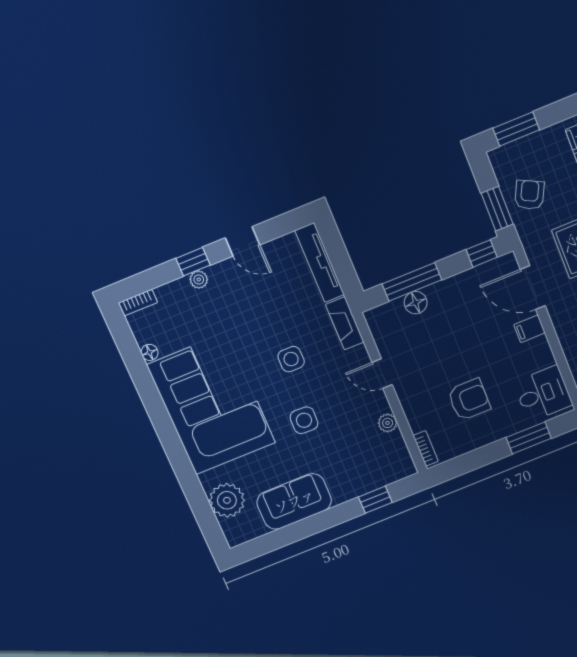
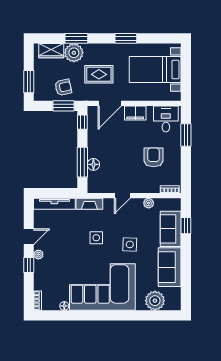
armchair: (530, 195) -> (63, 87), turned 141
plant: (199, 280) -> (38, 255), moved
filing cabinet: (530, 329) -> (135, 113), width x2.00
sofa: (359, 477) -> (171, 229), added

